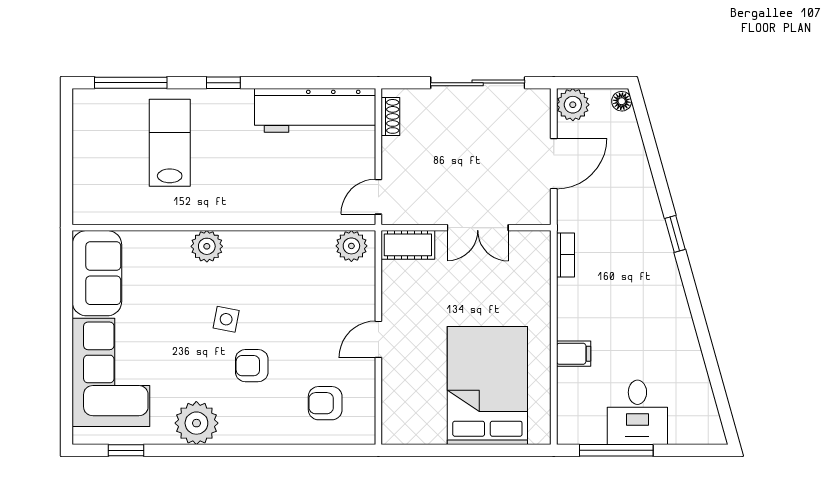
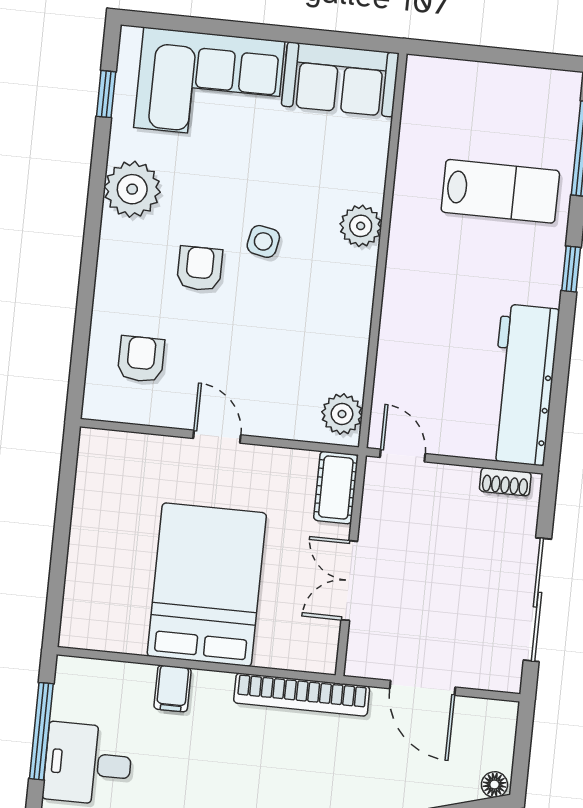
plant: (573, 105) -> (496, 720), removed
bookcase: (565, 255) -> (302, 695), width x2.31, depth x1.31
bed: (487, 386) -> (207, 585), moved, turned -90

